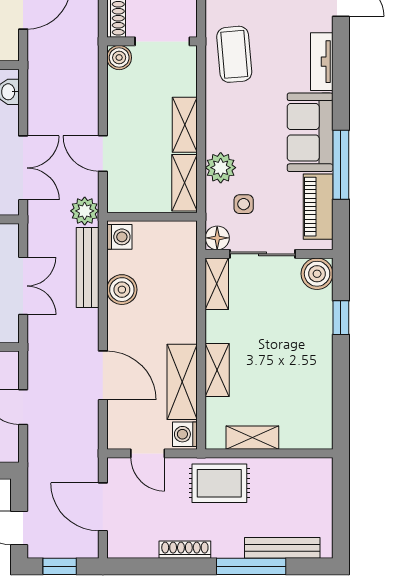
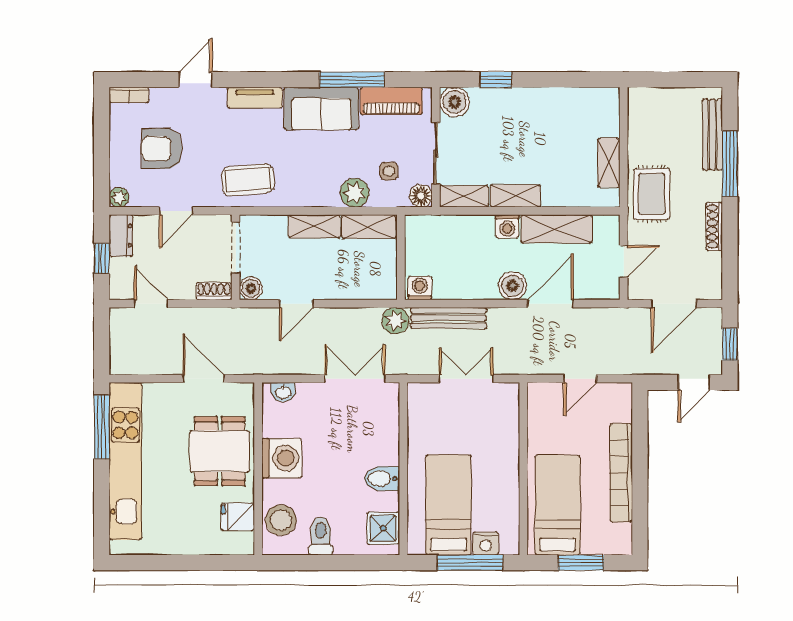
door: (103, 154) -> (296, 304), moved
boiler: (122, 290) -> (512, 286), moved
shelving: (217, 370) -> (515, 196), moved
washing machine: (185, 434) -> (507, 226), moved

